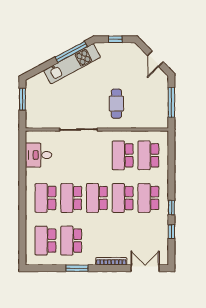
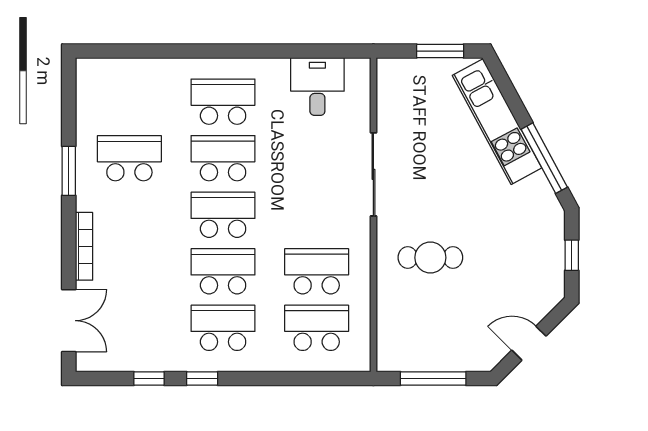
kitchen unit: (72, 64) -> (497, 122), moved
school desk: (45, 241) -> (129, 102), removed

